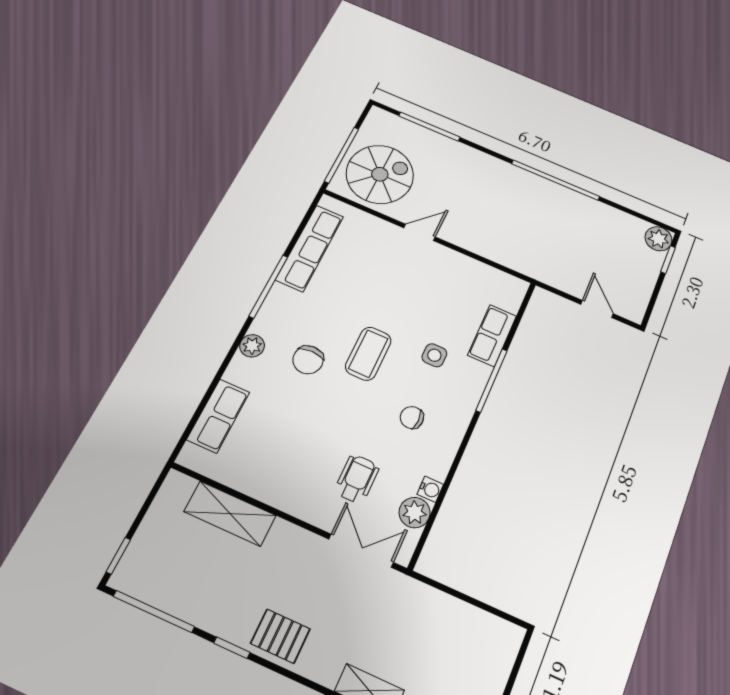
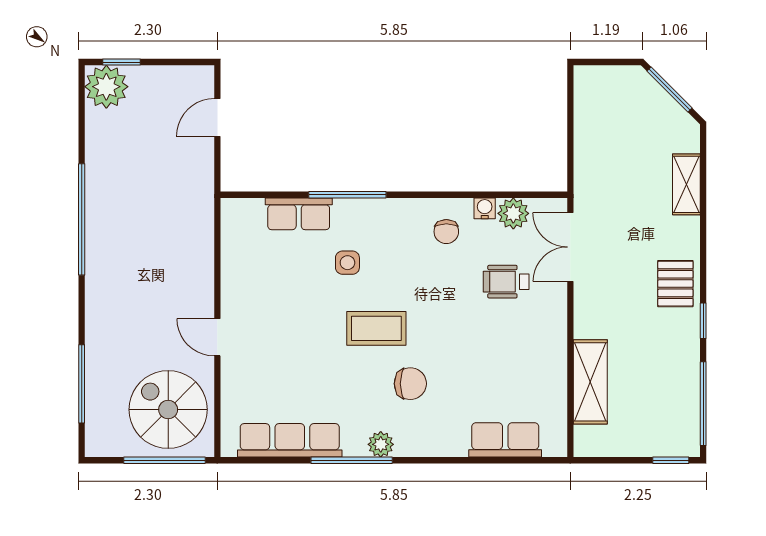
plant: (658, 239) -> (106, 87), width x1.36, depth x1.36
plant: (252, 346) -> (381, 444), moved
chair: (412, 418) -> (446, 232), moved

